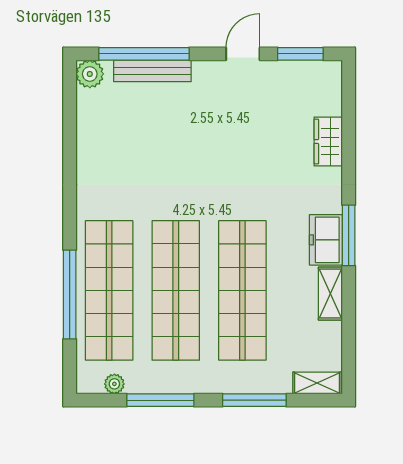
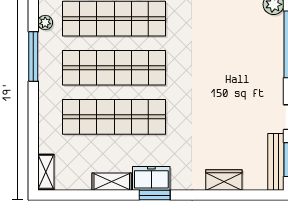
bench: (152, 71) -> (276, 162), moved
window: (349, 235) -> (155, 195), width x0.69
window: (254, 400) -> (33, 126), removed

